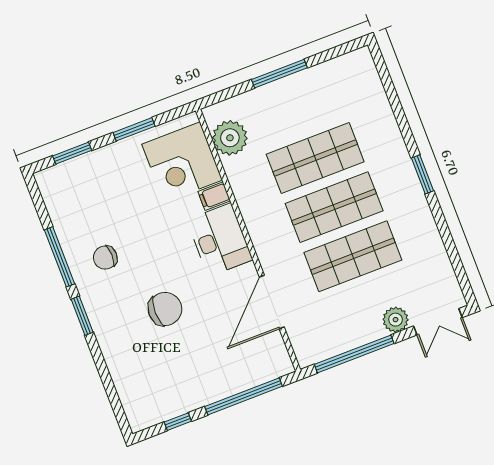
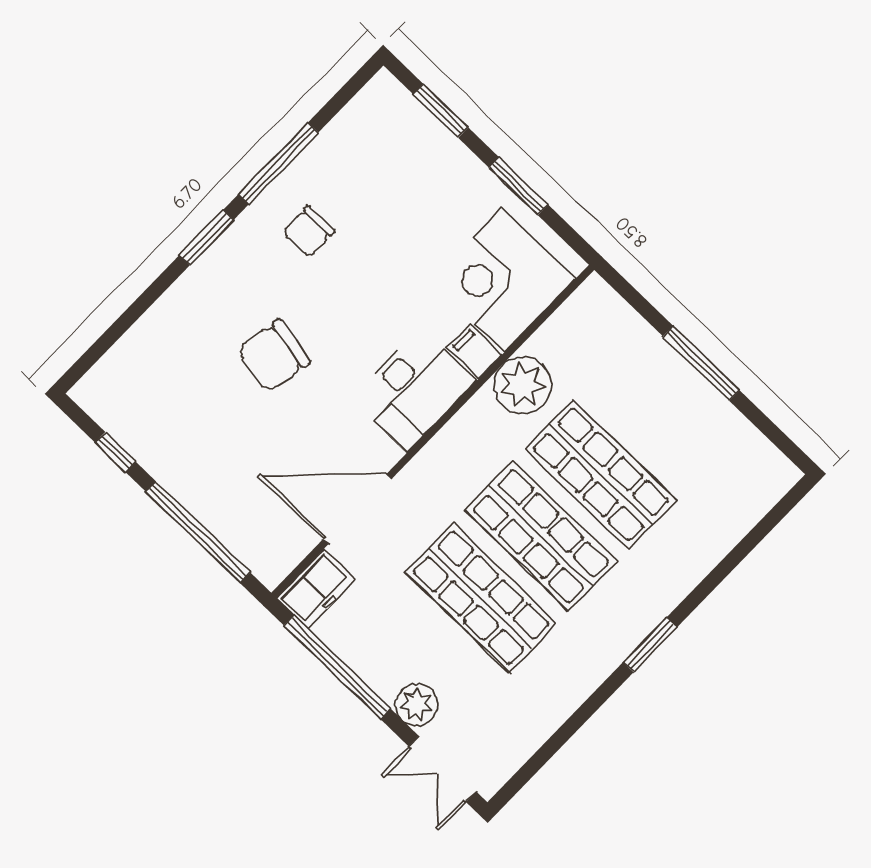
plant: (230, 138) -> (522, 385), moved
chair: (105, 258) -> (309, 232), turned -90
chair: (165, 309) -> (274, 356), turned 101
freezer: (305, 346) -> (316, 589), added

